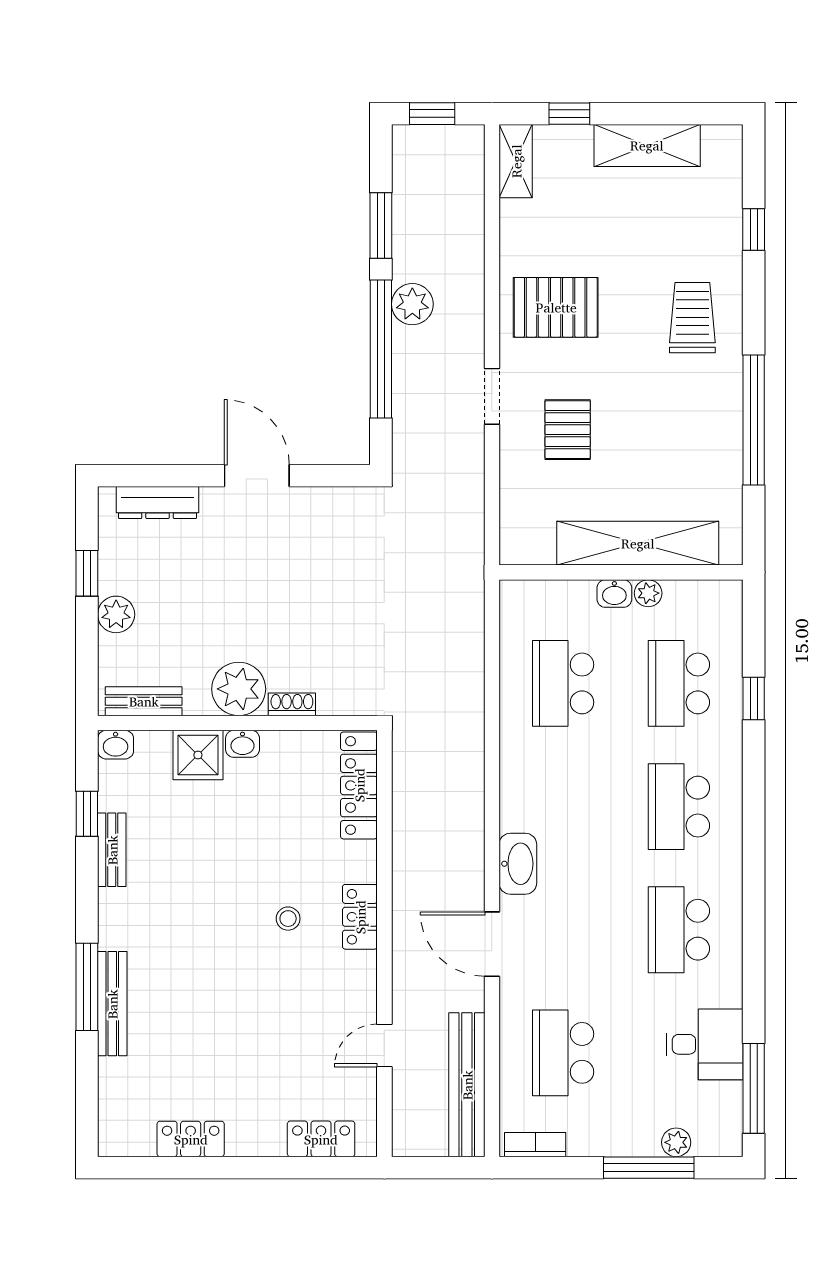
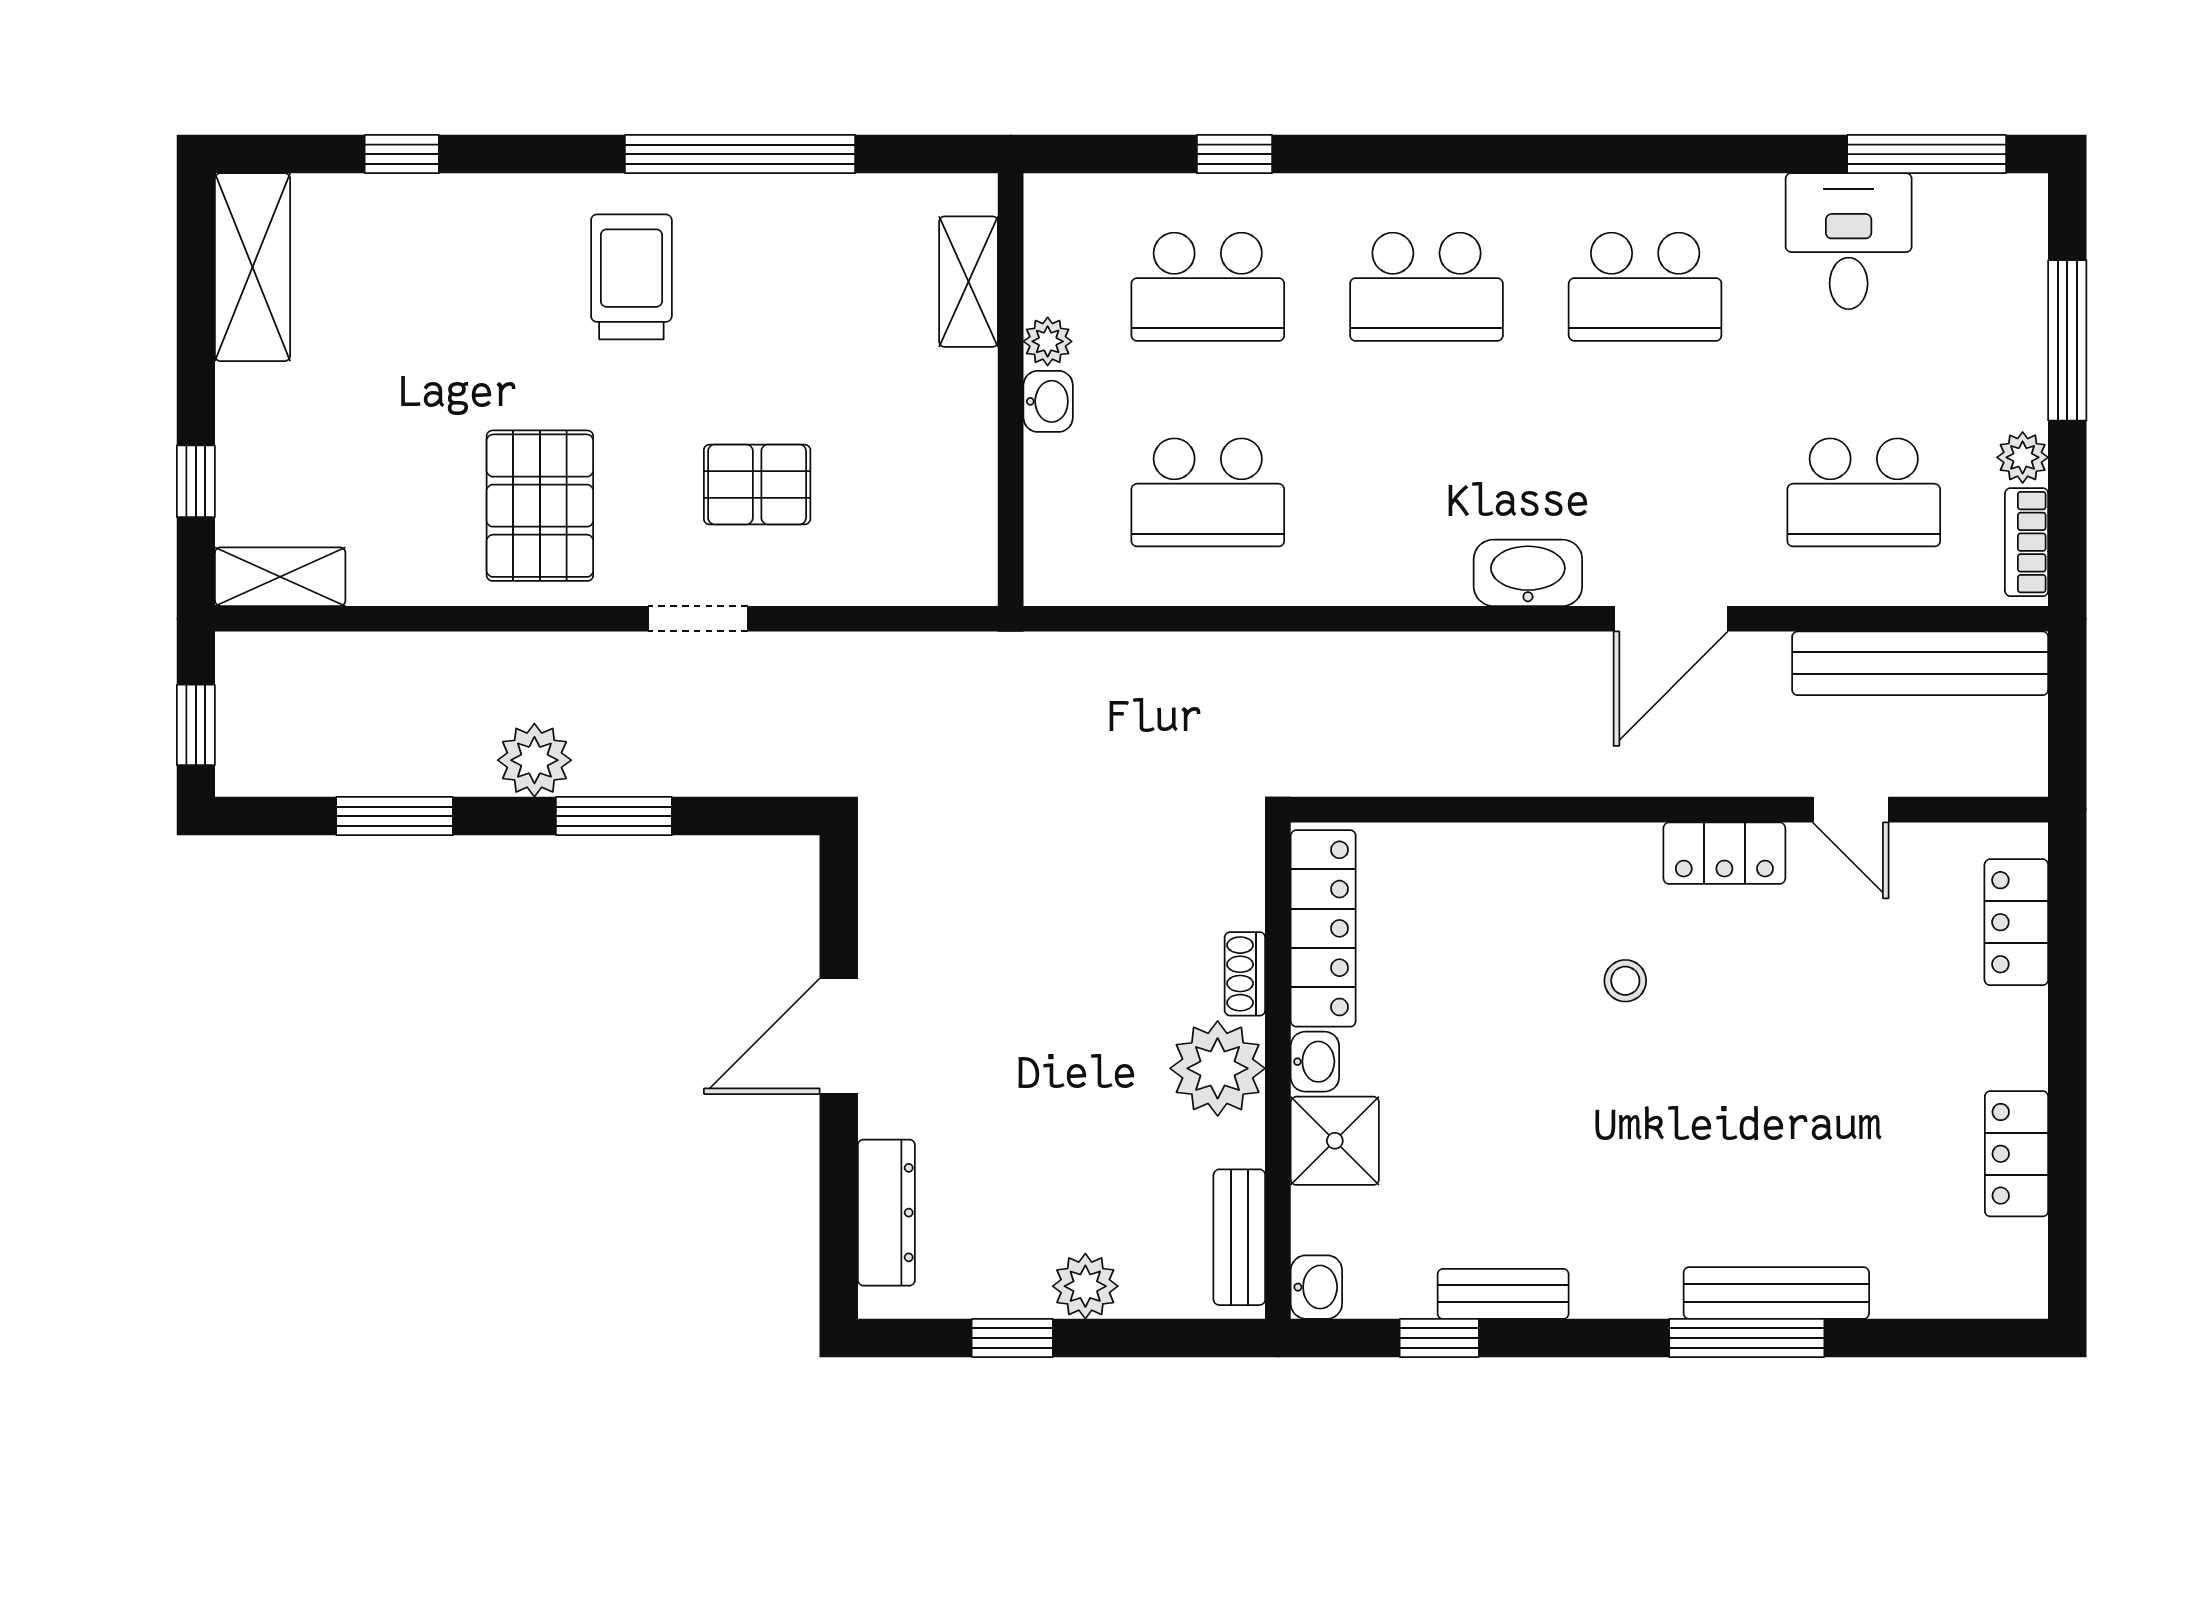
shelving: (647, 145) -> (253, 267), moved
trolley: (692, 318) -> (631, 277), moved, turned 90
window: (381, 349) -> (614, 816), width x0.47
shelving: (638, 543) -> (969, 282), width x0.45, depth x0.75
locker: (359, 785) -> (1323, 928), moved, turned -90
locker: (360, 917) -> (1724, 853), moved
plant: (676, 1142) -> (2023, 457), moved

